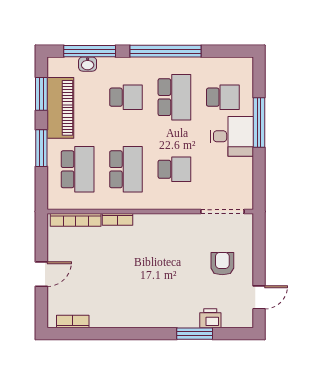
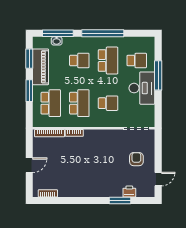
desk: (232, 136) -> (142, 88), width x1.37

